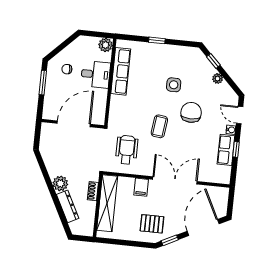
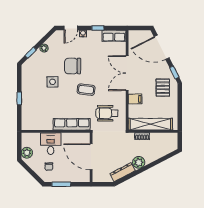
plant: (106, 45) -> (27, 153), moved
row of seats: (121, 71) -> (72, 124), moved
row of seats: (226, 150) -> (114, 36), moved
dresser: (68, 206) -> (123, 172), moved

